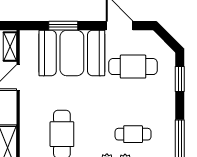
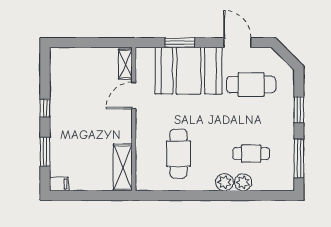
window: (180, 79) -> (299, 110), moved

